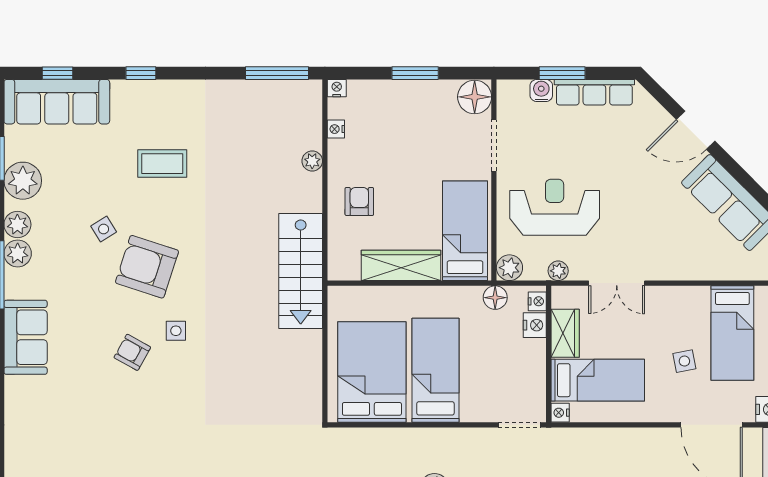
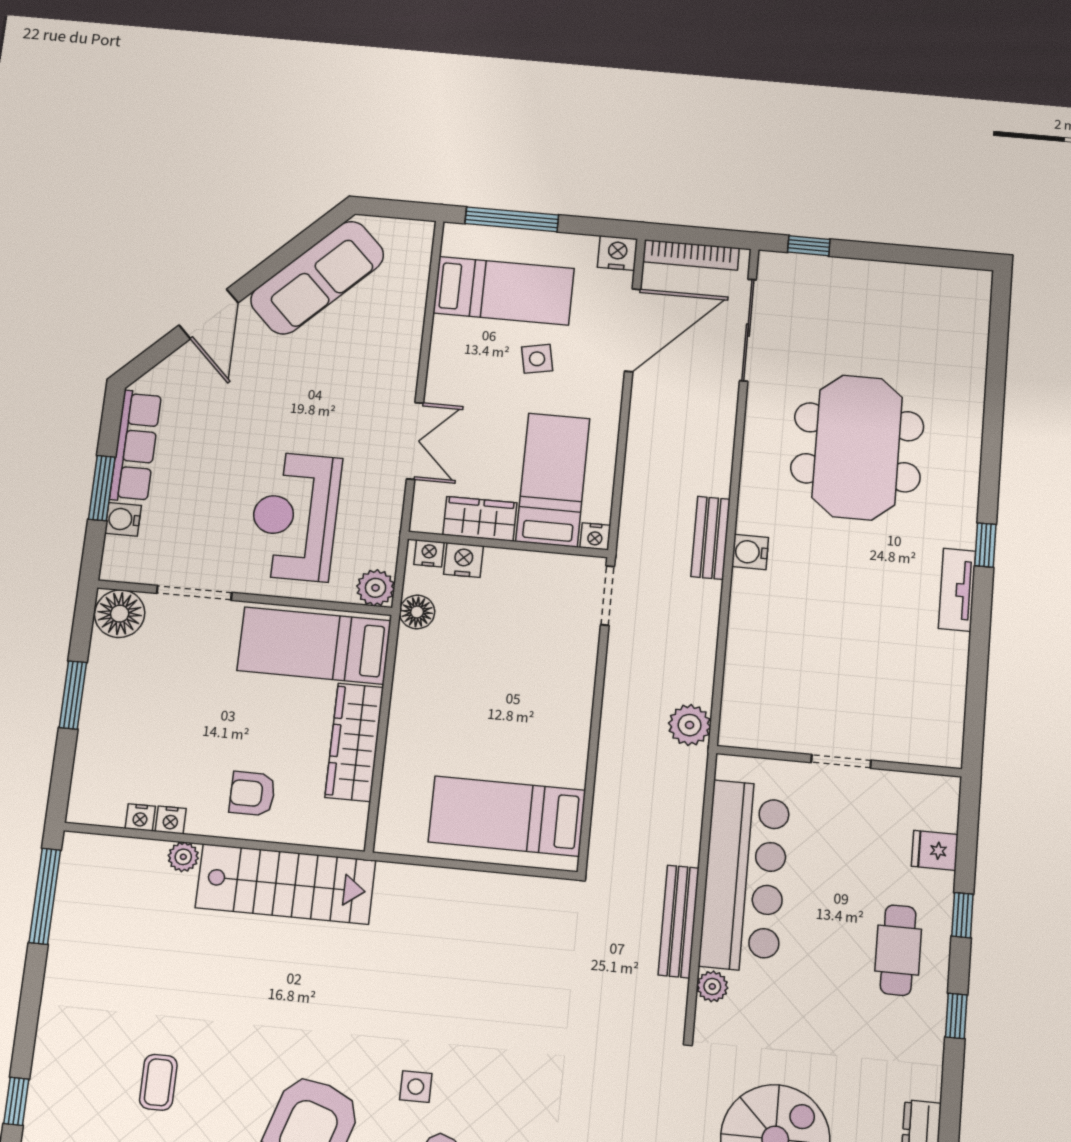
nightstand: (337, 88) -> (171, 820), moved, turned -90
coffee table: (162, 164) -> (158, 1082), width x0.73, depth x0.77
stairs: (301, 271) -> (286, 884), moved
plant: (558, 271) -> (388, 520), removed
bed: (435, 370) -> (515, 707), removed
bed: (372, 372) -> (507, 816), width x0.67

